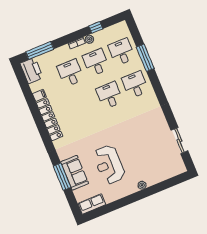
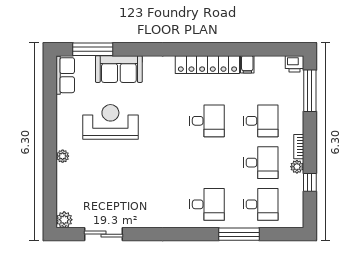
printer: (32, 71) -> (294, 64), width x0.53, depth x0.68
desk: (110, 95) -> (207, 121), moved
plant: (180, 168) -> (64, 220), added
window: (62, 177) -> (93, 49), moved

